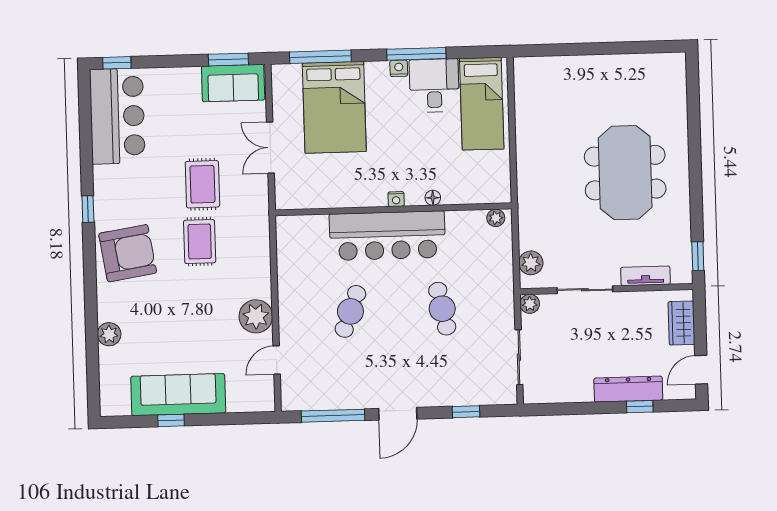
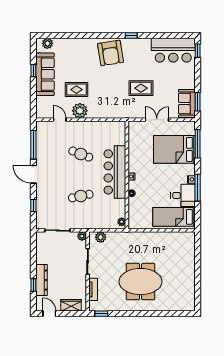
rug: (200, 242) -> (76, 90), moved
plant: (109, 334) -> (47, 43), moved

